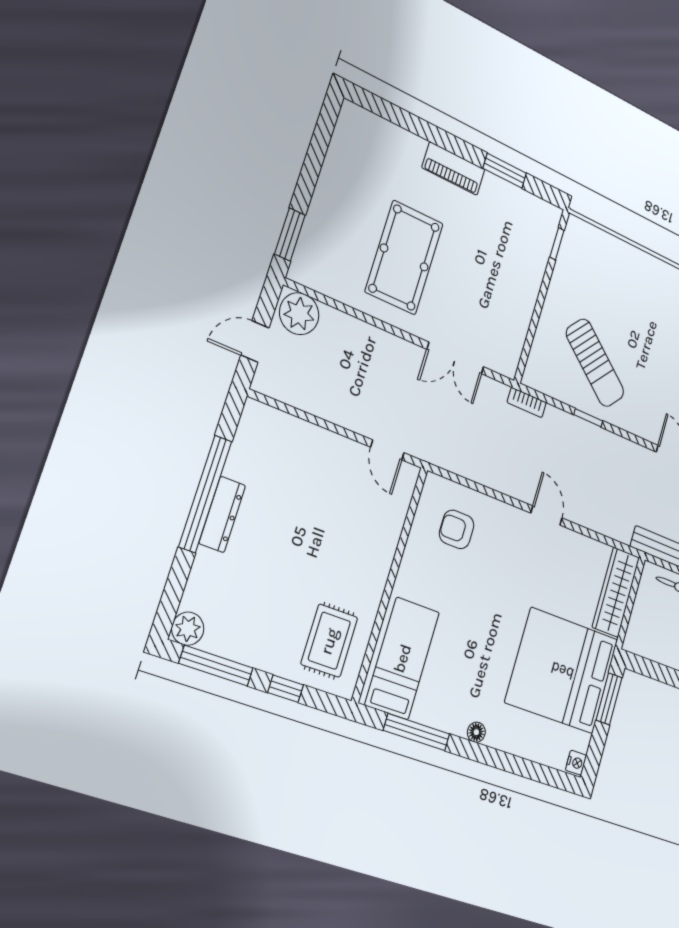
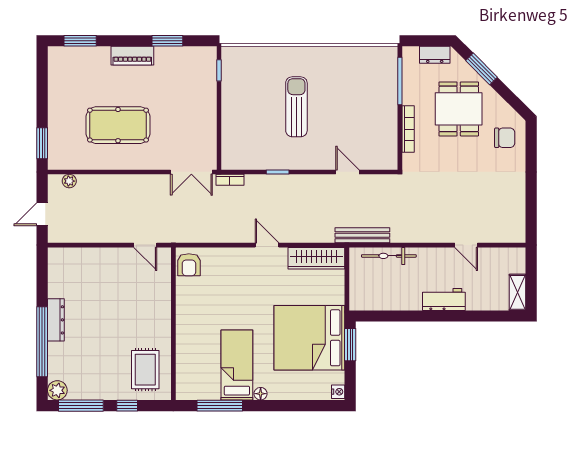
window: (391, 112) -> (80, 41), added
pool table: (404, 257) -> (118, 125), turned 90
plant: (299, 314) -> (69, 181), width x0.53, depth x0.53
double door: (455, 358) -> (191, 172), moved
sun lounger: (595, 363) -> (296, 107), moved, turned -130
window: (205, 494) -> (42, 342), moved
armchair: (457, 529) -> (189, 265), moved, turned -90
wardrobe: (616, 592) -> (316, 258), moved, turned -90
bed: (402, 658) -> (237, 365), moved

